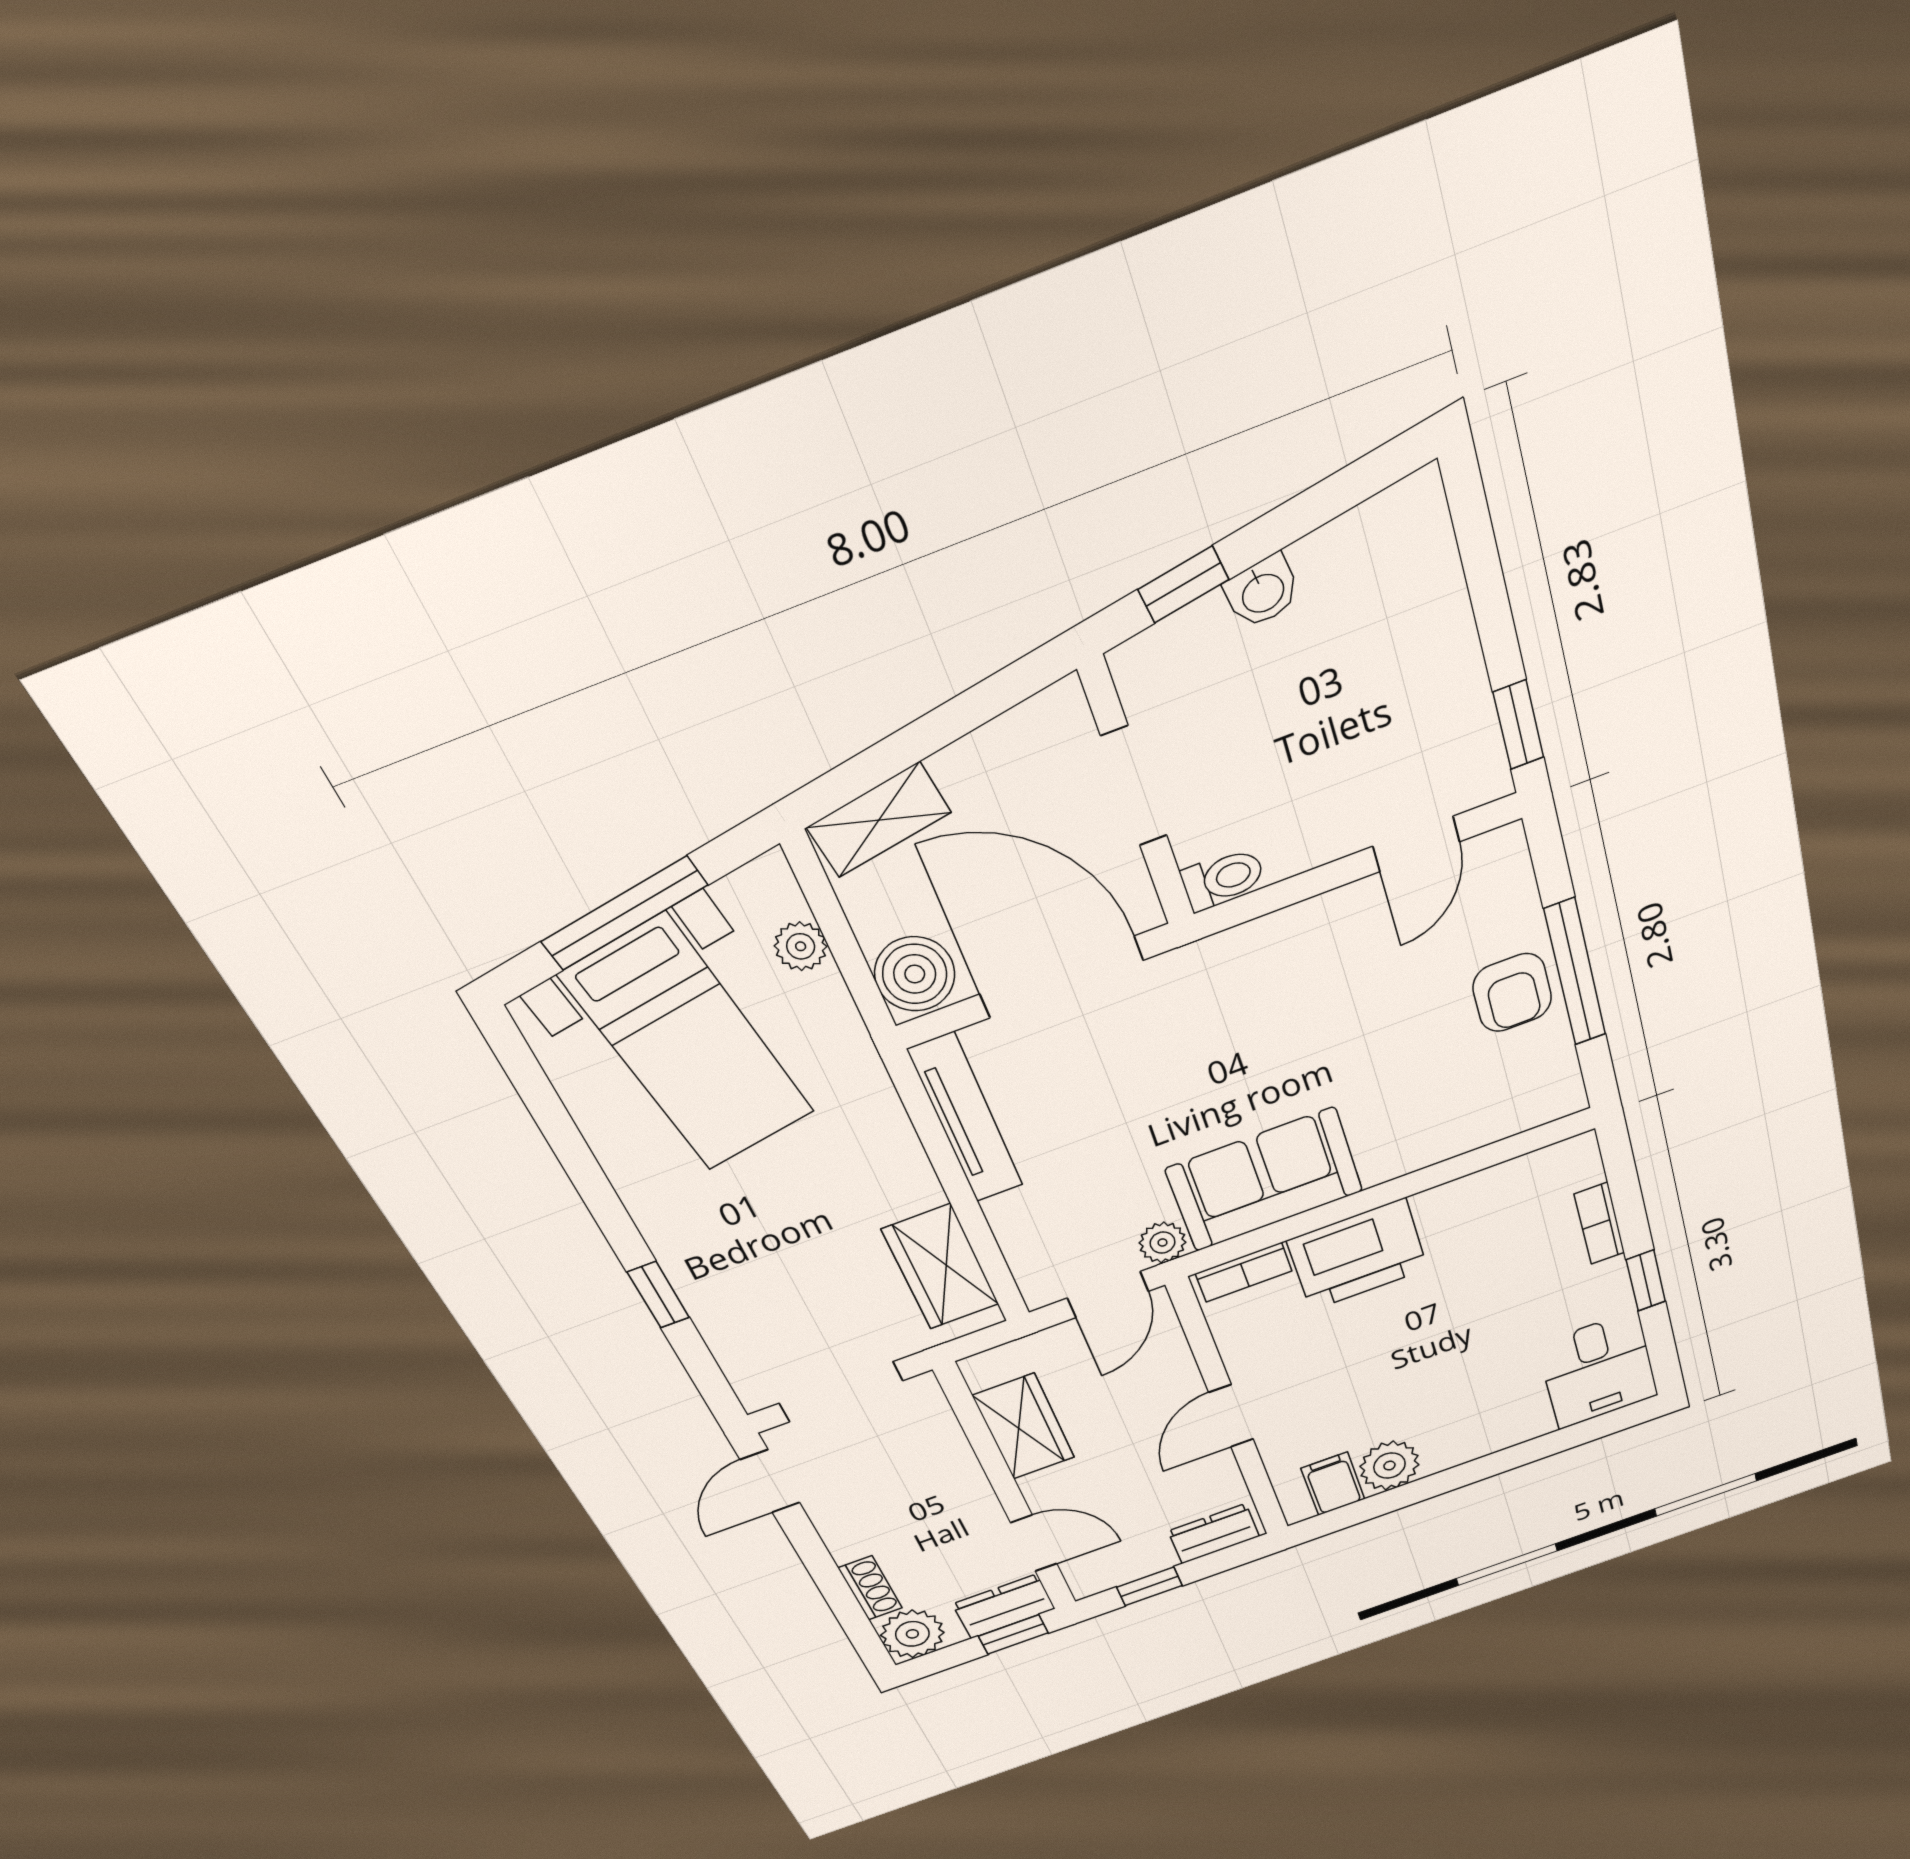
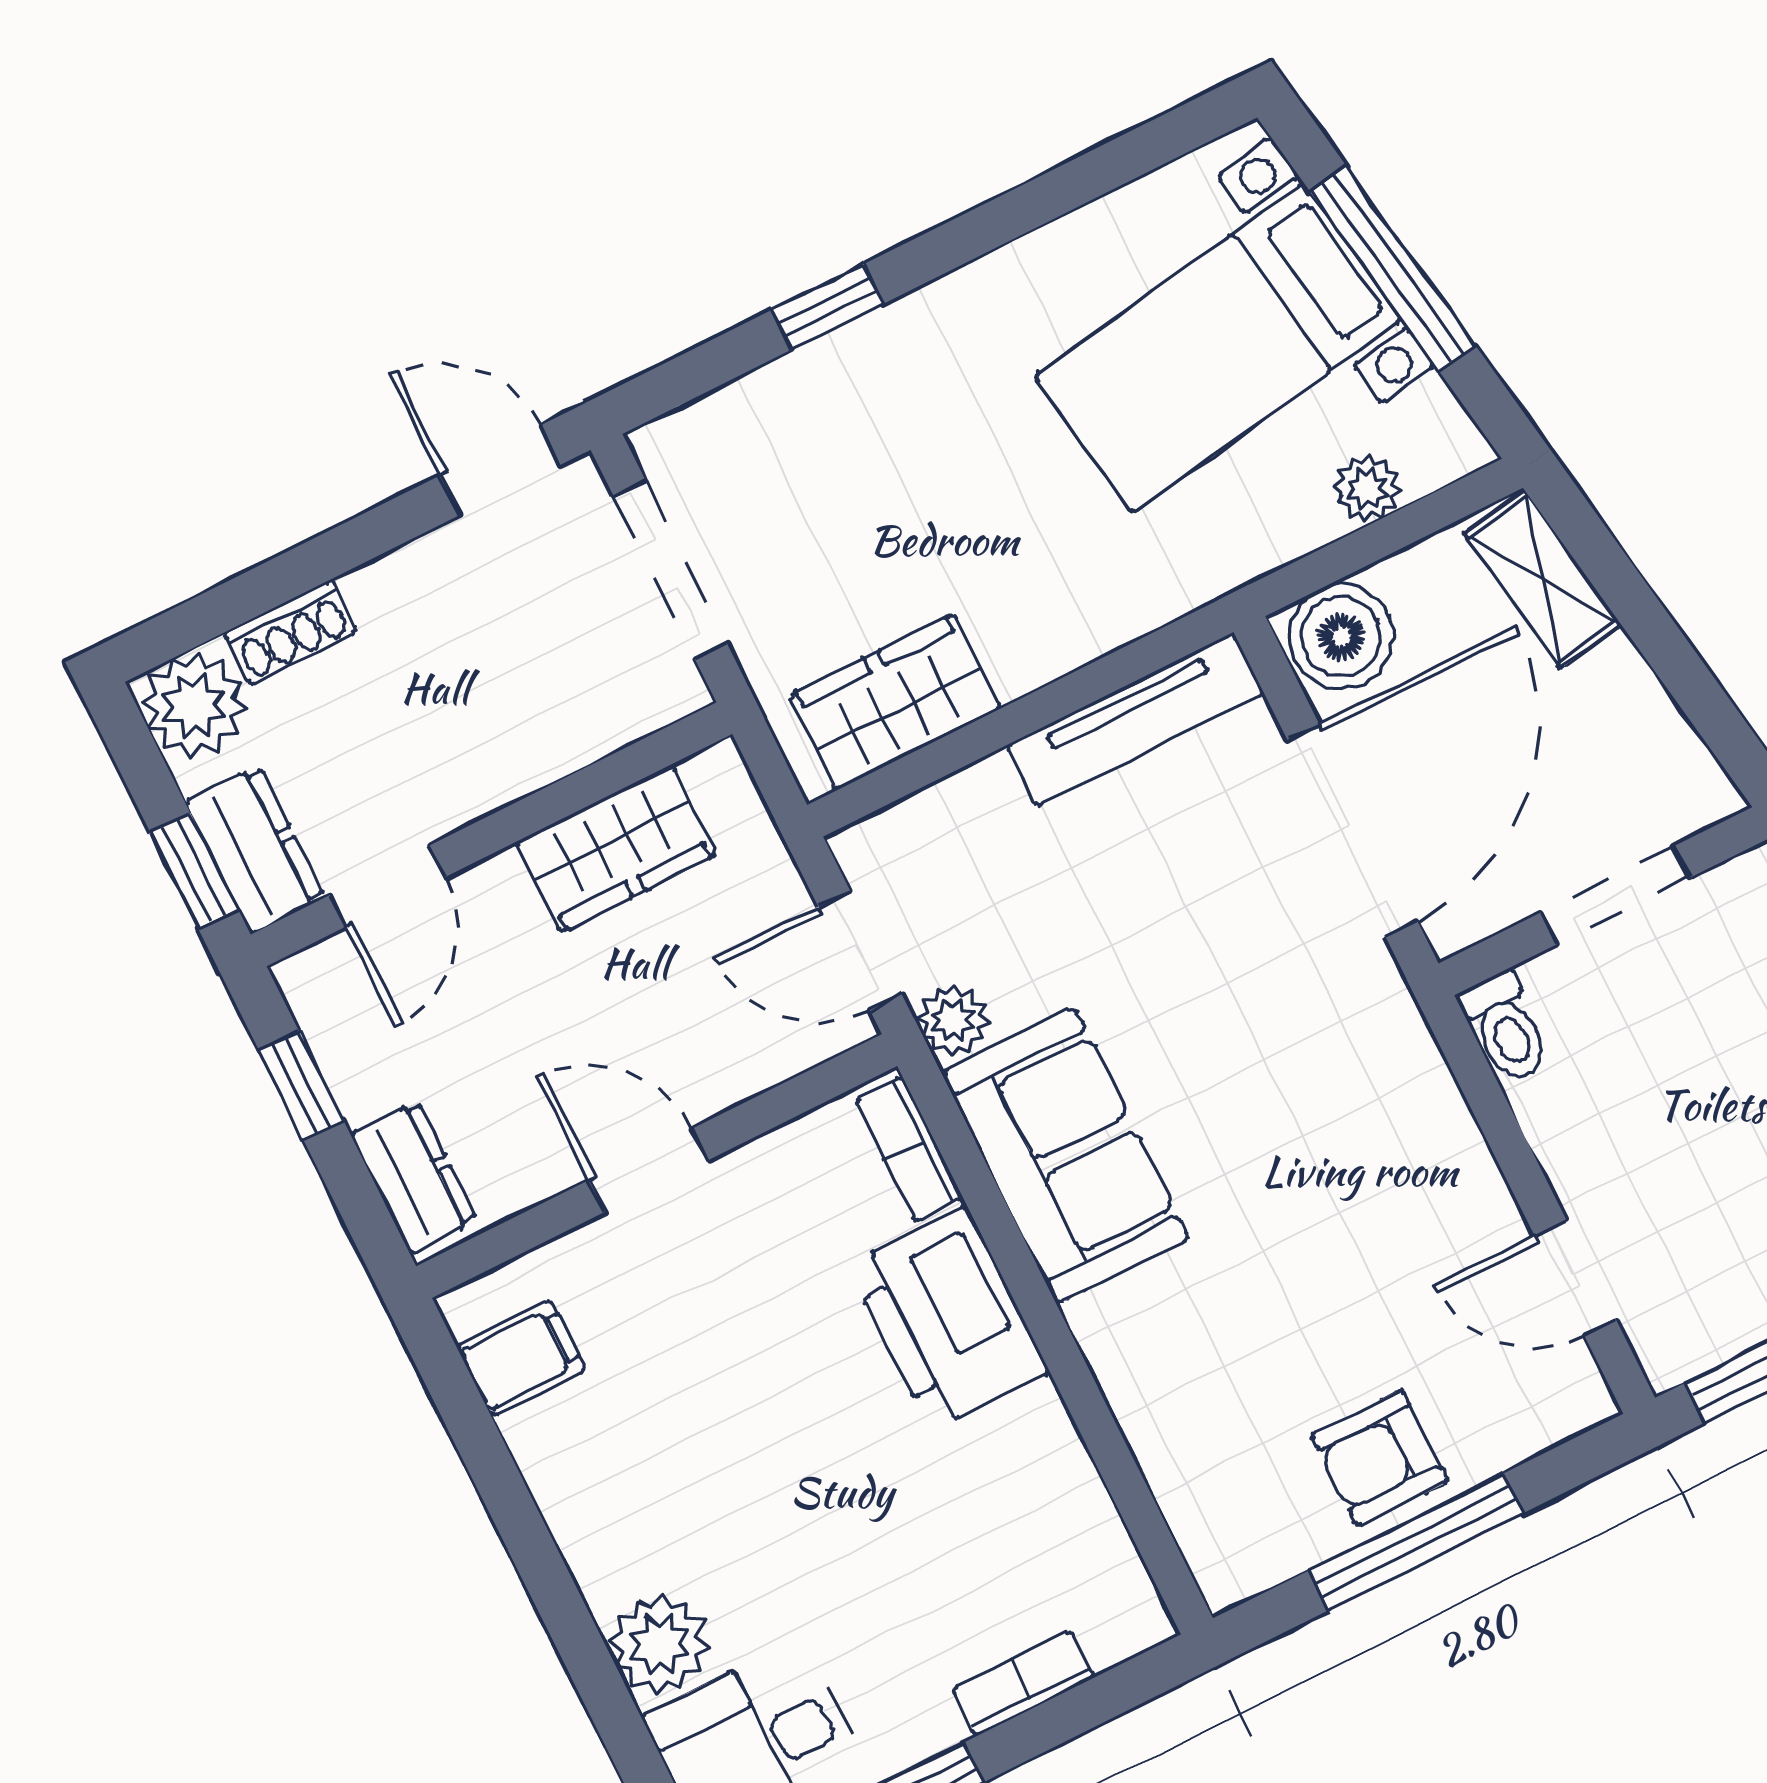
plant: (1389, 1466) -> (659, 1644), moved

